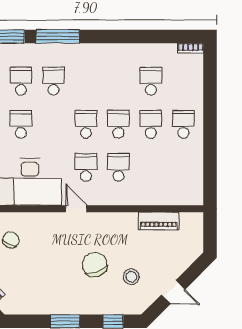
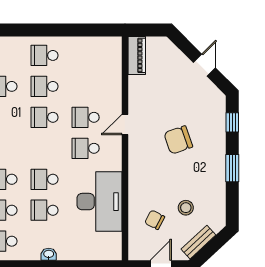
school desk: (86, 124) -> (45, 179), moved
door: (76, 209) -> (125, 124), moved
piano: (159, 221) -> (137, 55), moved
stool: (131, 277) -> (186, 208), moved

